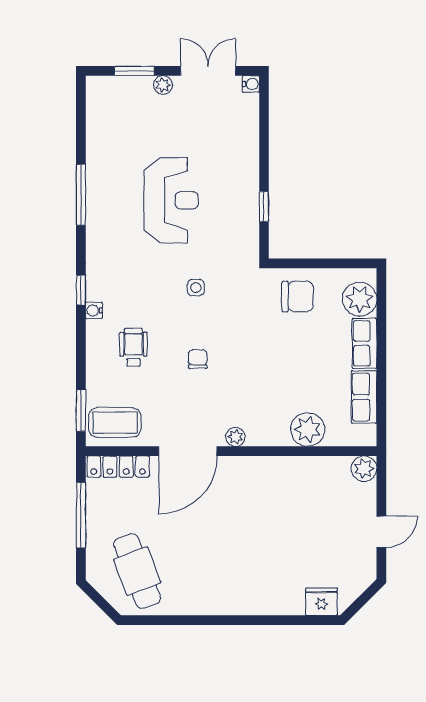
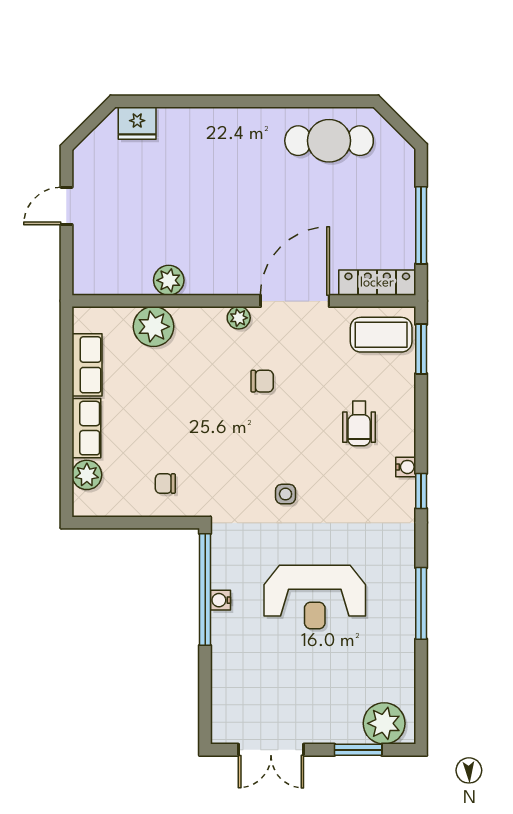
water cooler: (251, 84) -> (221, 600), moved
plant: (163, 85) -> (384, 723), moved, width x1.87, depth x1.87
reception desk: (171, 200) -> (315, 597), turned -90
window: (264, 207) -> (205, 589), width x3.17
chair: (298, 296) -> (165, 484), width x0.54, depth x0.54
plant: (360, 299) -> (87, 475), width x0.73, depth x0.73
chair: (198, 359) -> (262, 381), moved, turned -90
plant: (364, 469) -> (169, 280), moved
cafe table: (137, 571) -> (329, 141), moved, turned -69

